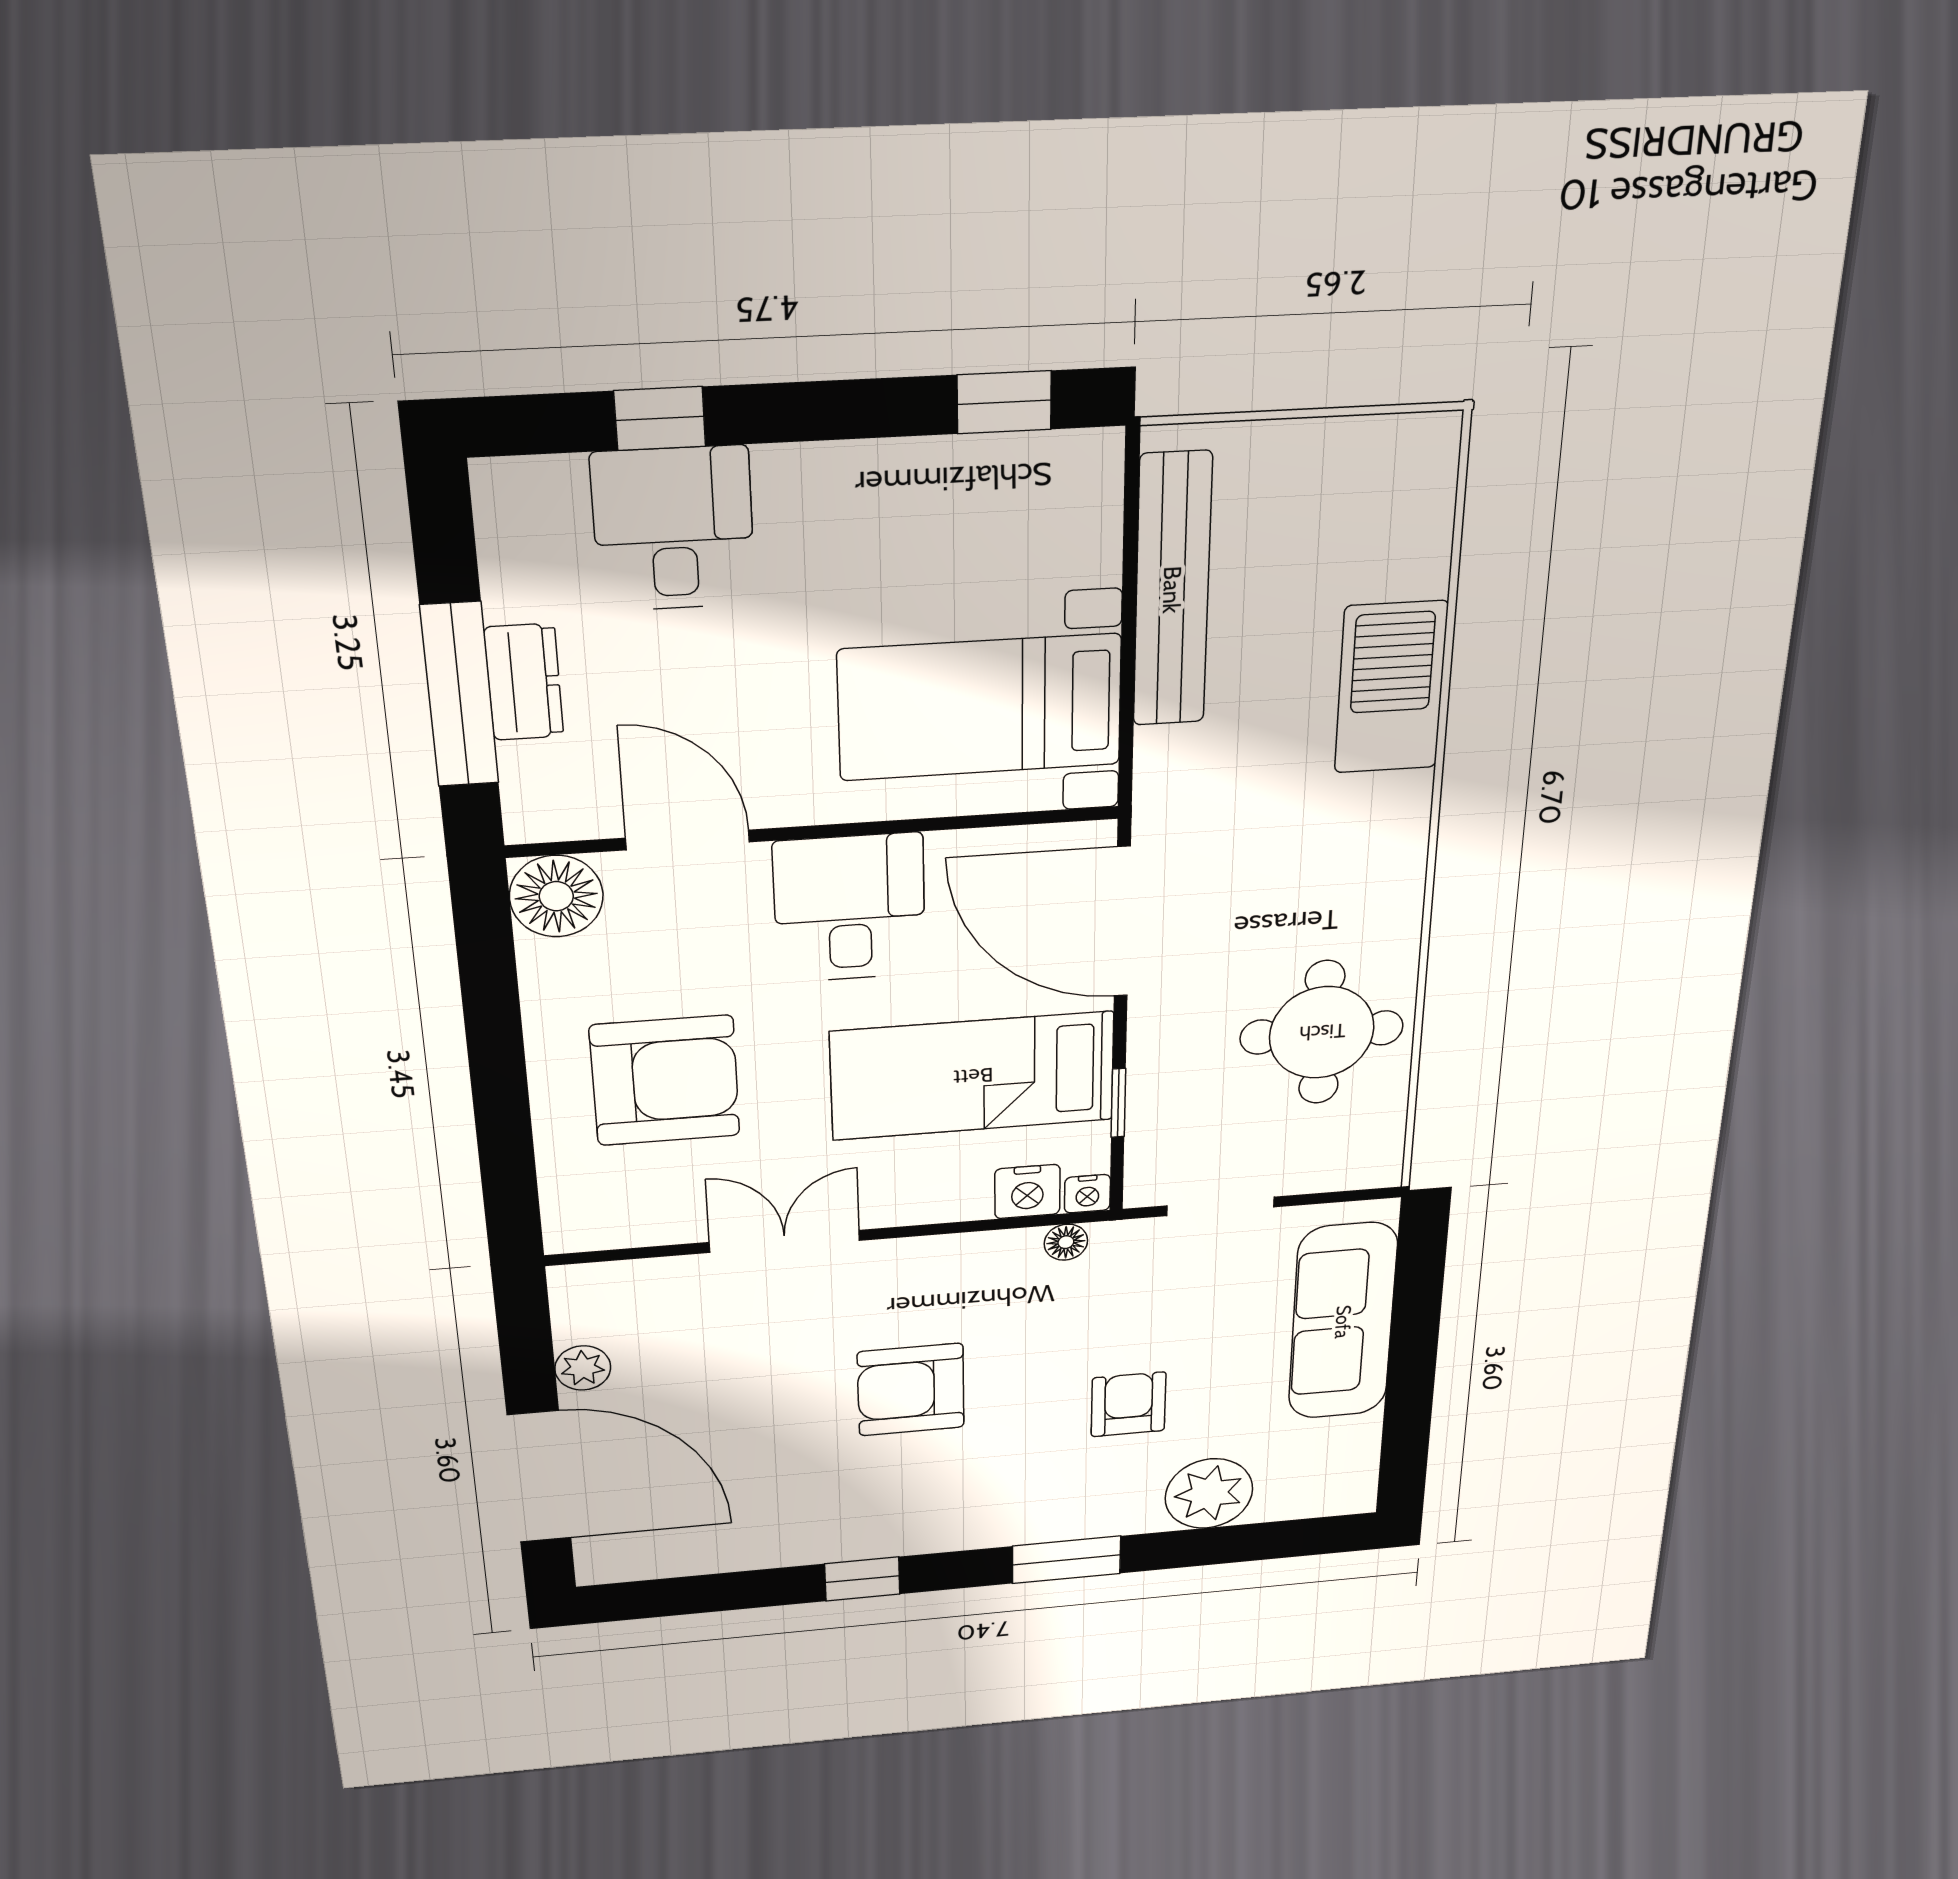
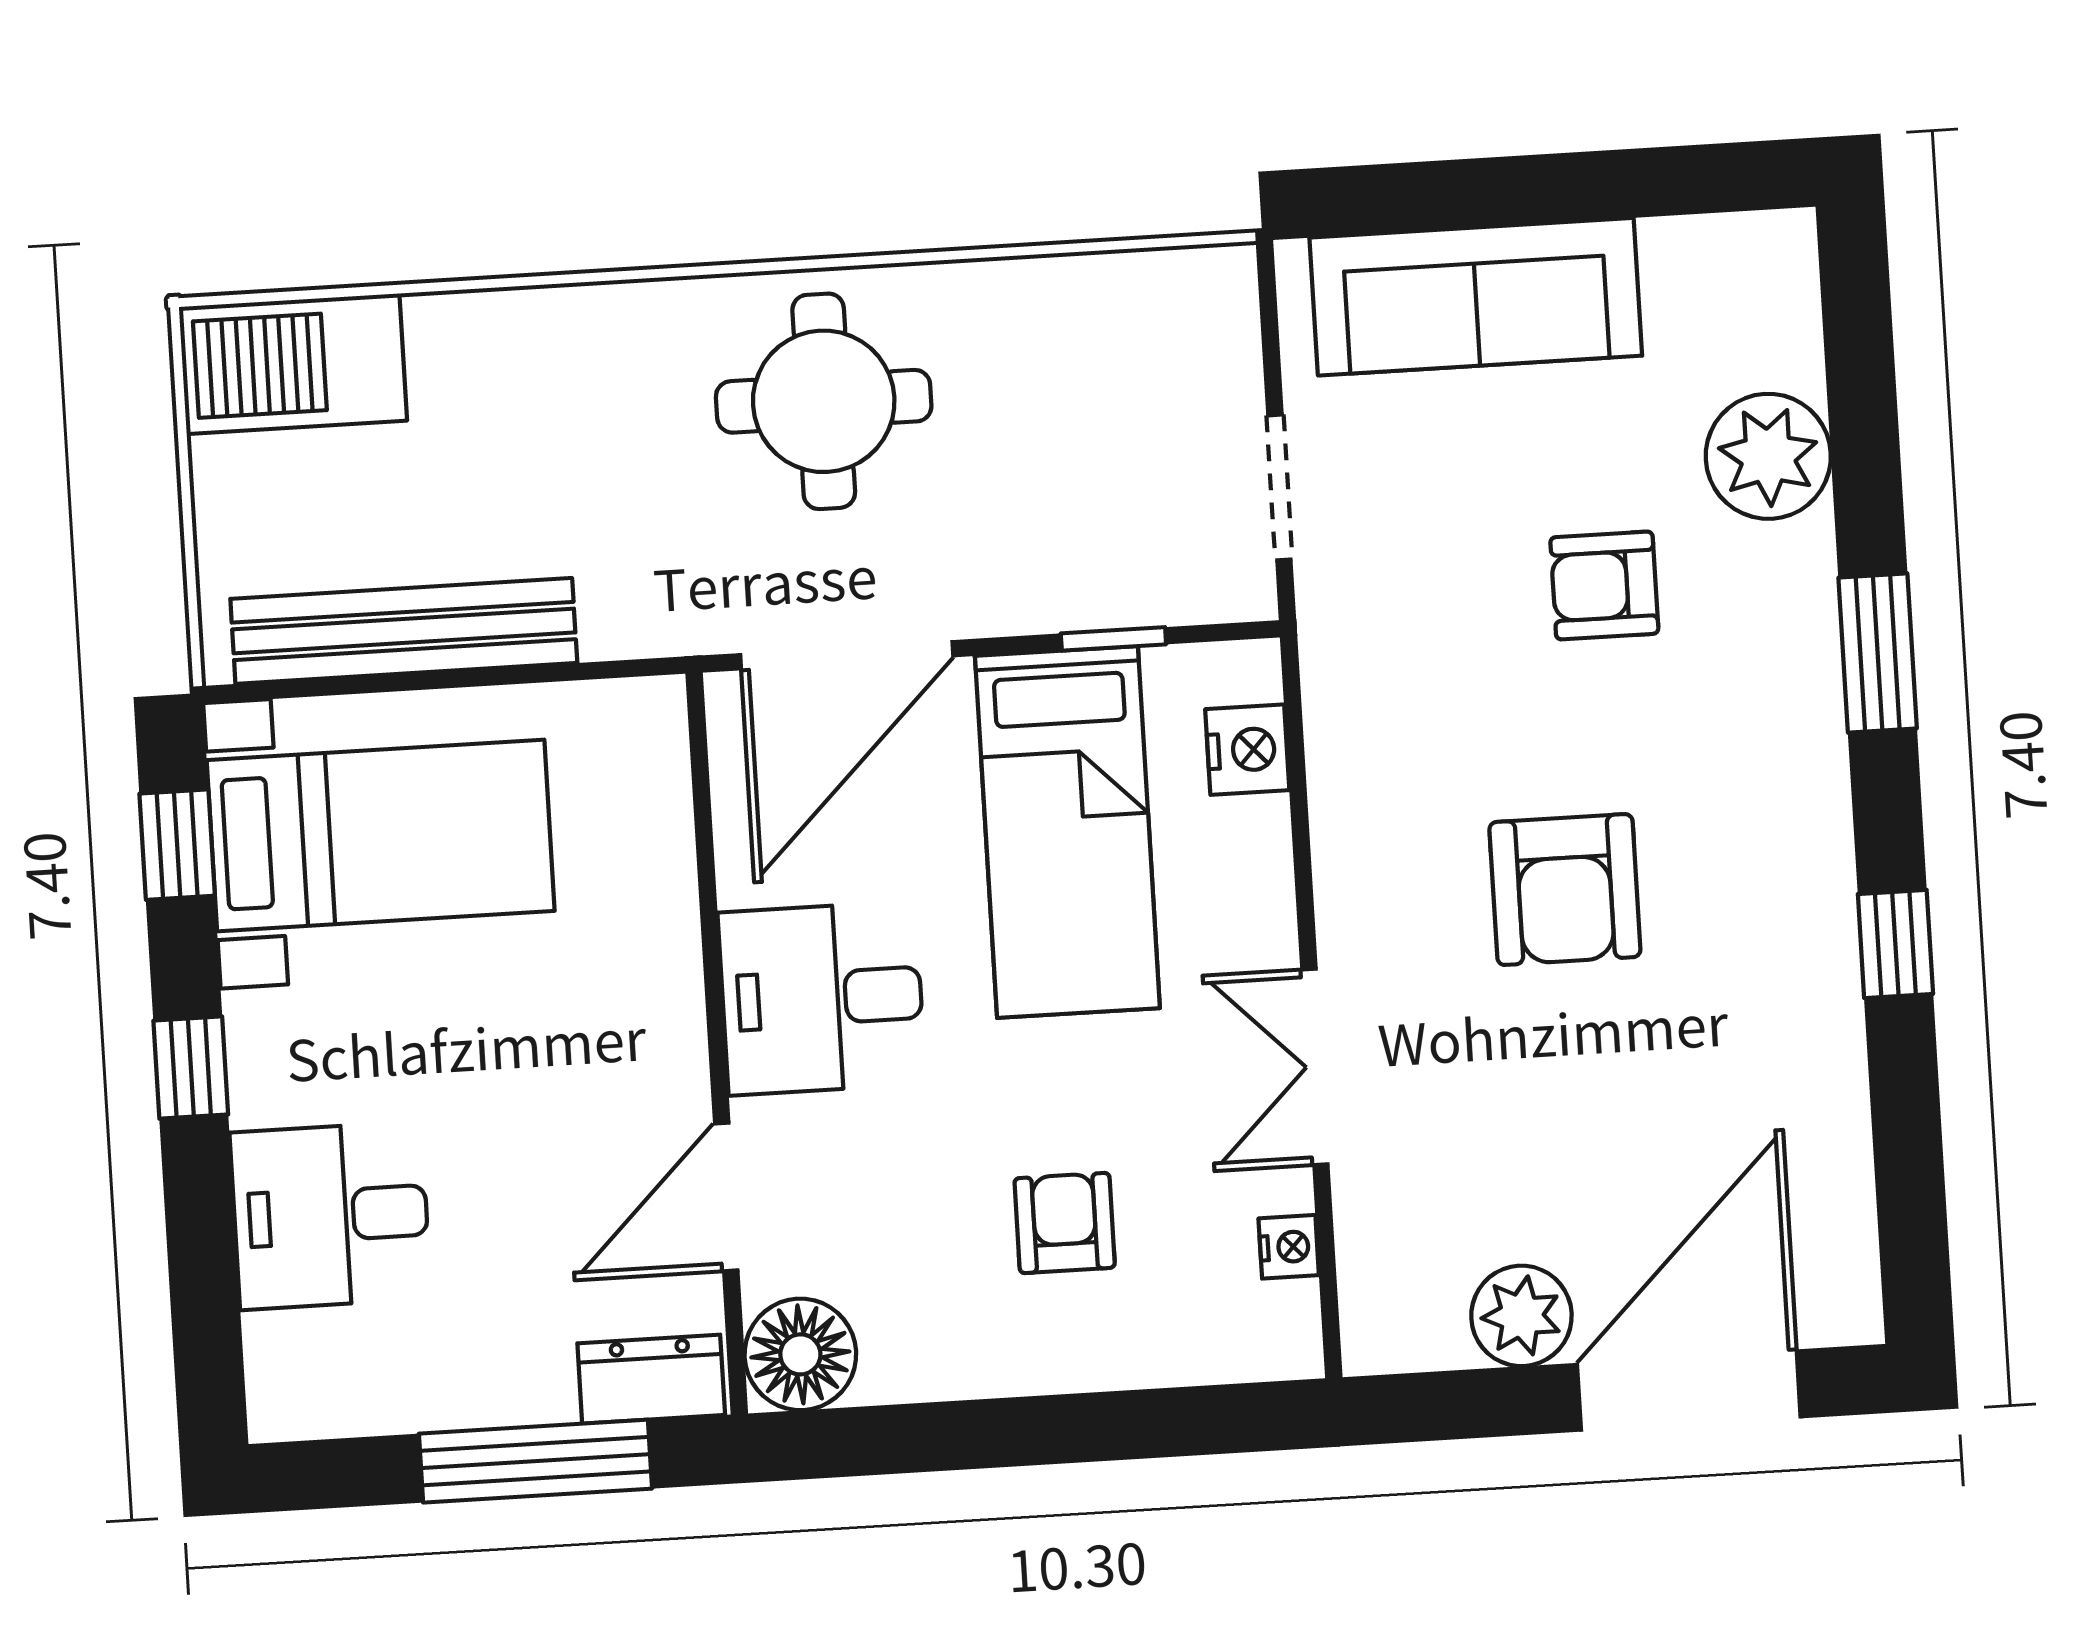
window: (660, 419) -> (191, 1068), moved
dresser: (524, 682) -> (651, 1379), moved
barbecue: (1391, 687) -> (293, 364), moved
bed with nightstands: (980, 707) -> (381, 836), moved, turned -90
round table: (1322, 1032) -> (824, 401), moved
armchair: (665, 1081) -> (1065, 1223), width x0.53, depth x0.53
nightstand: (1087, 1194) -> (1289, 1247), moved
floor lamp: (1066, 1242) -> (1330, 693), removed
plant: (583, 1368) -> (1521, 1316), width x1.38, depth x1.38

